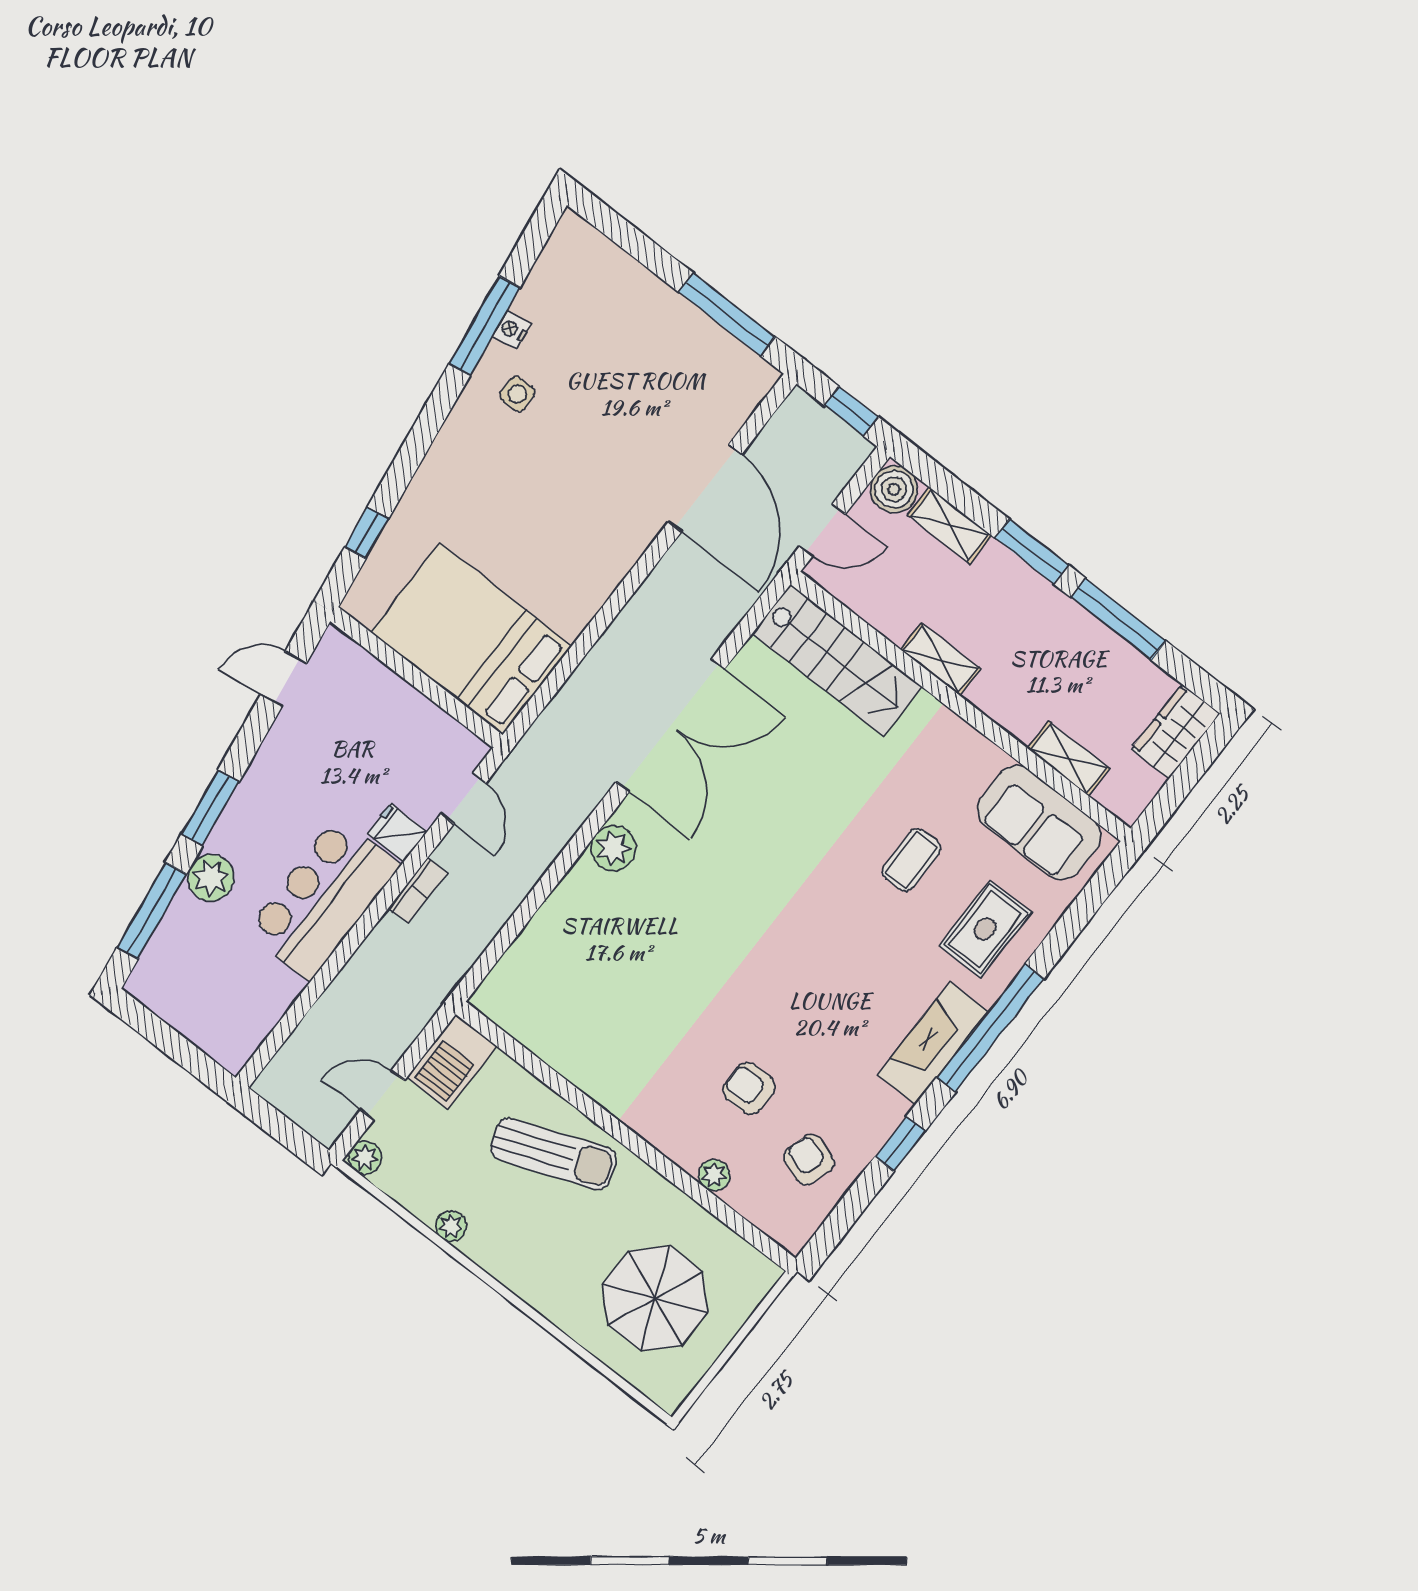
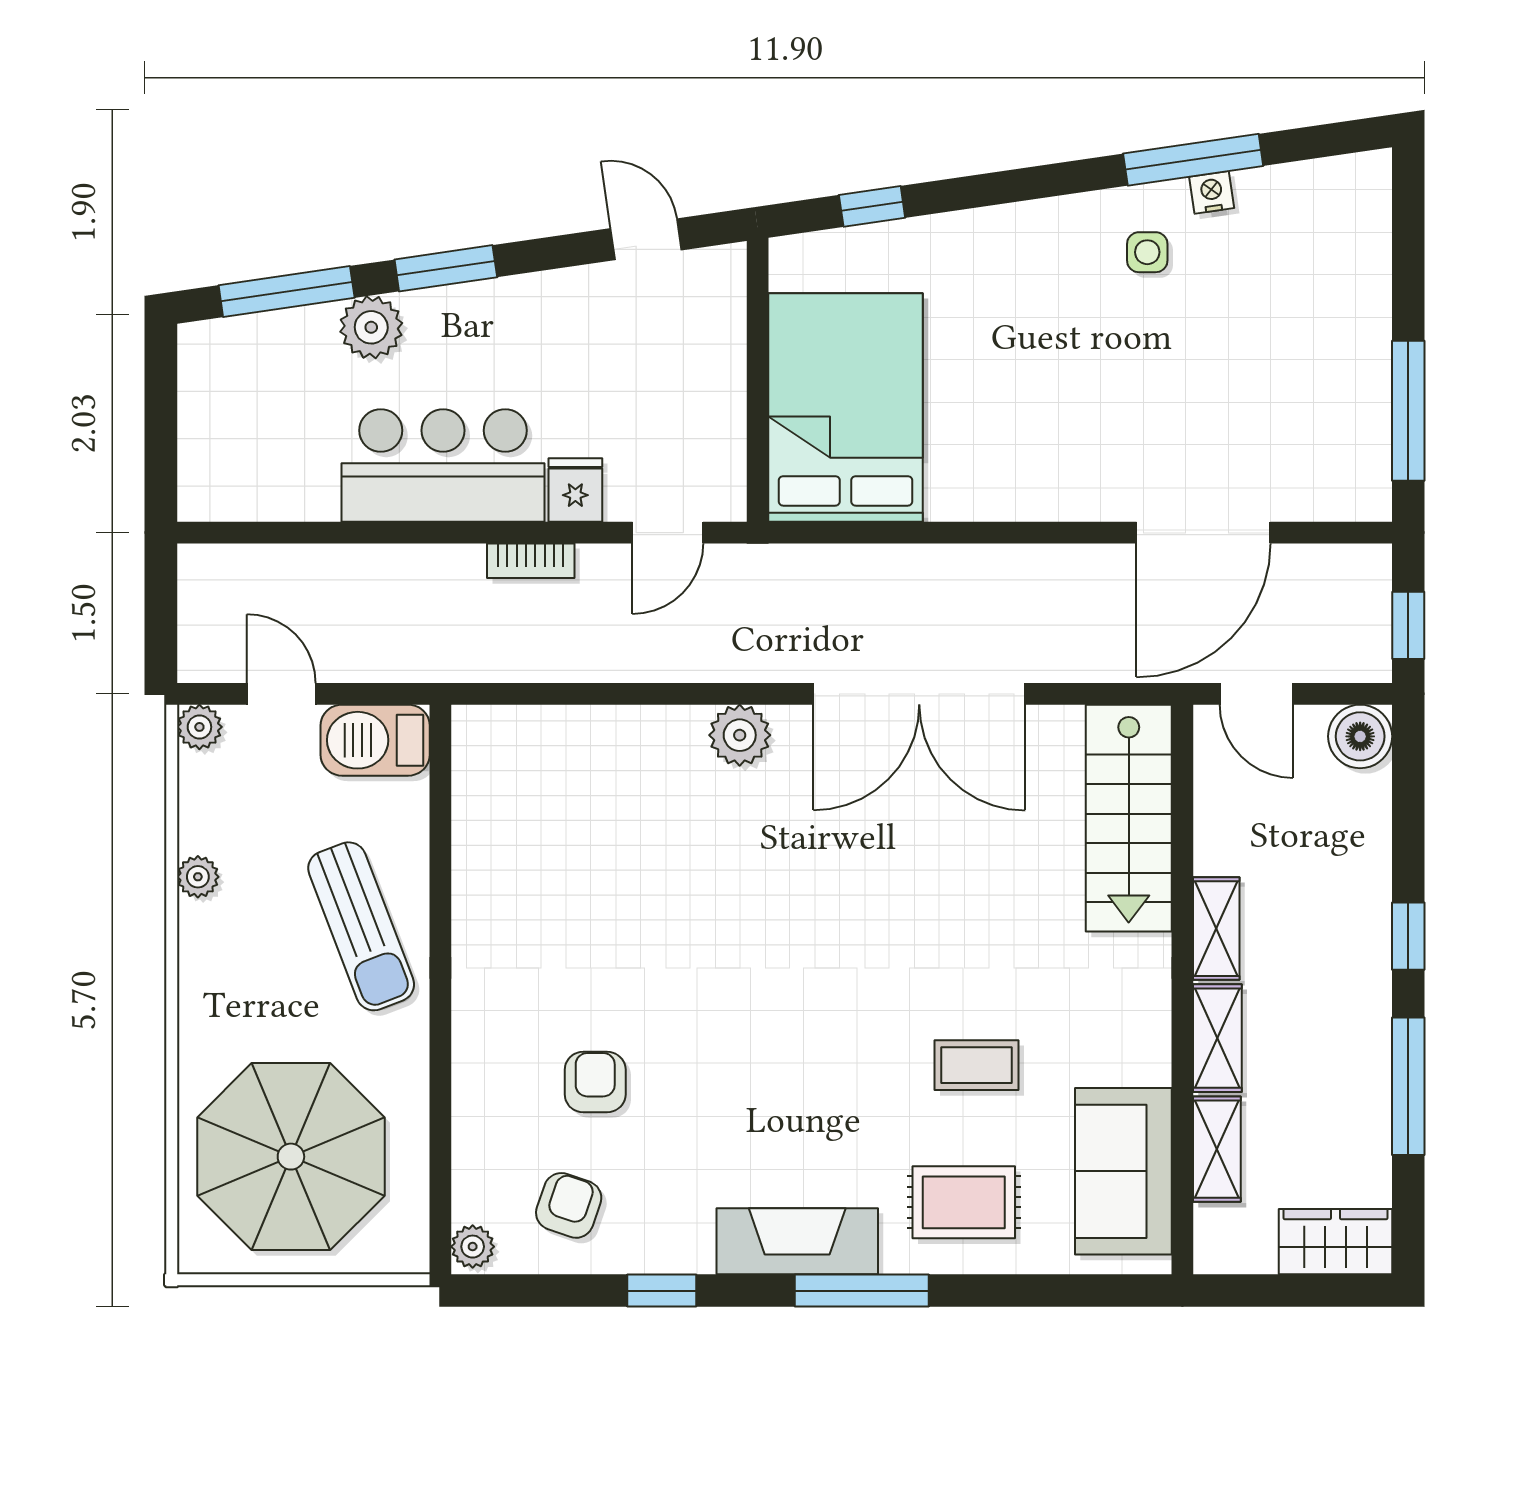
shelving: (950, 525) -> (1217, 1038), moved
window: (1031, 551) -> (1408, 936), width x0.67
window: (990, 1028) -> (862, 1291), width x0.68
plant: (714, 1175) -> (473, 1247), moved
parasol: (655, 1298) -> (291, 1157), width x1.36, depth x1.36

